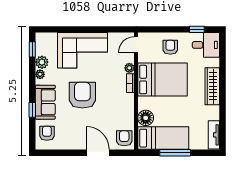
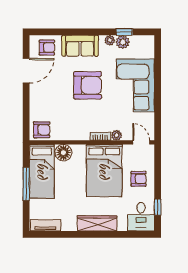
window: (32, 49) -> (124, 32), moved
window: (32, 110) -> (72, 32), removed
door: (98, 153) -> (26, 71), moved

